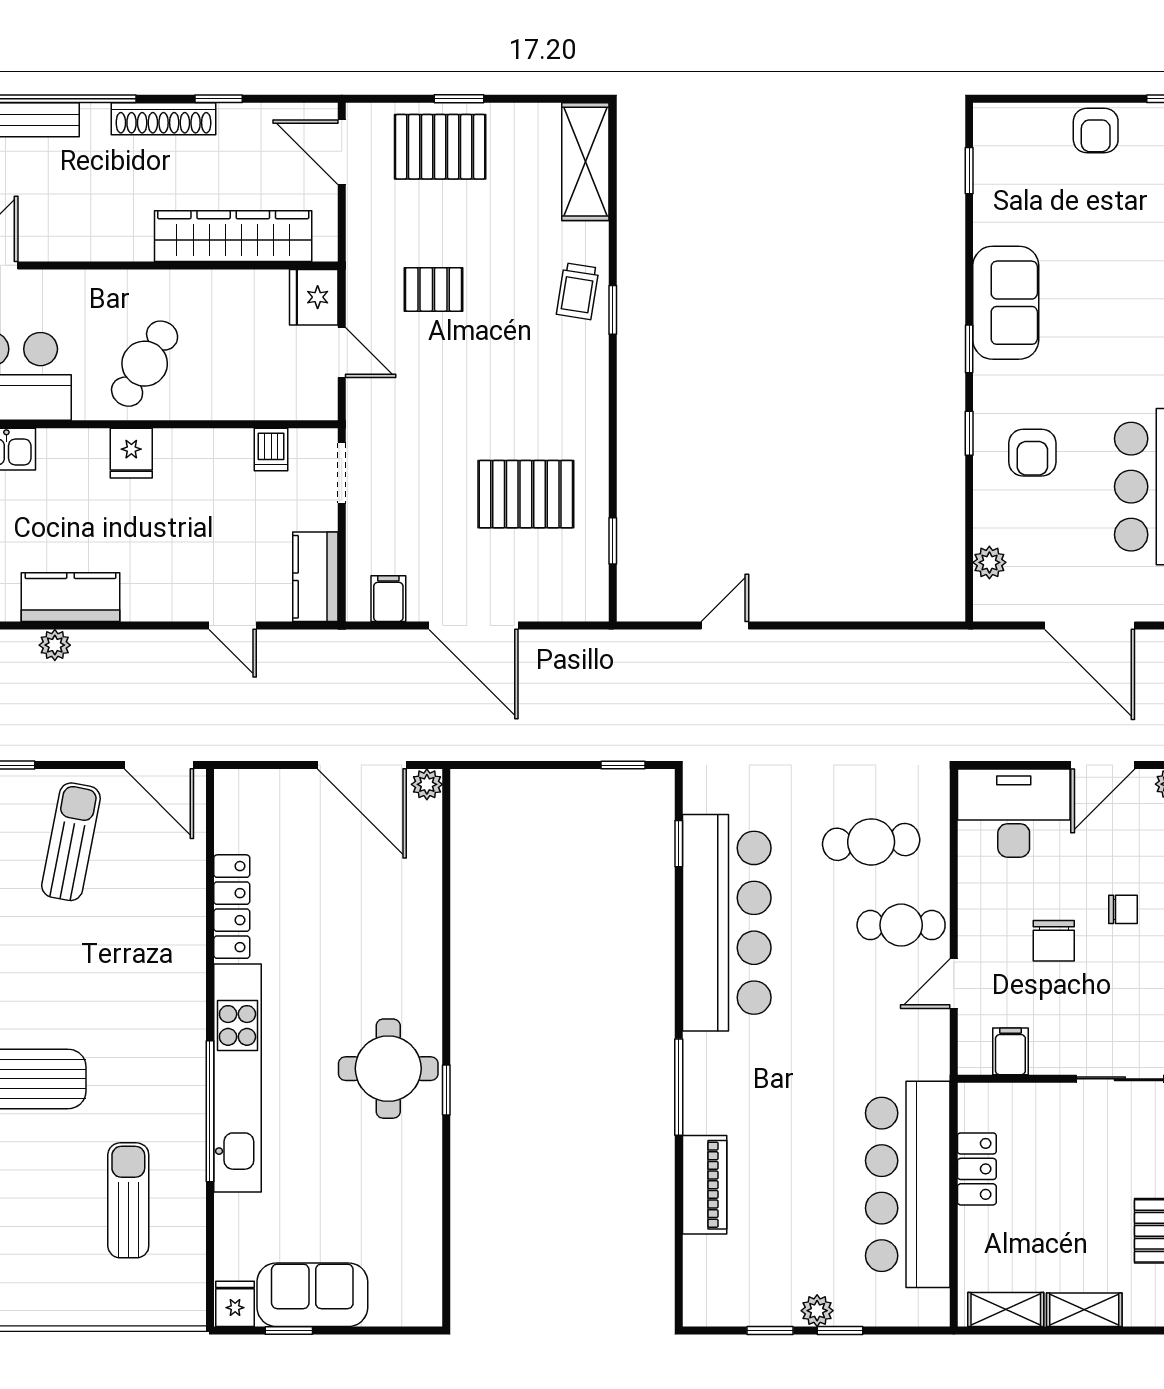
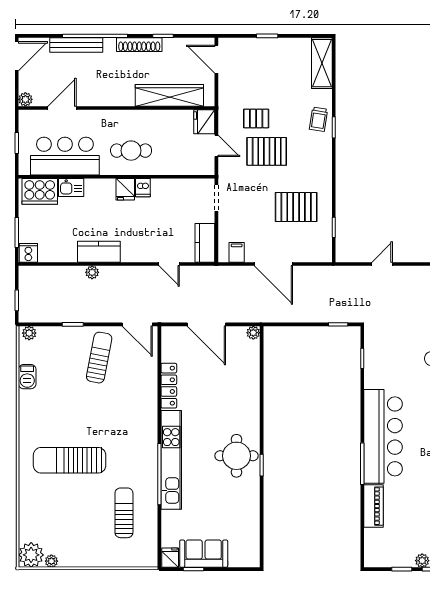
pallet: (440, 147) -> (267, 151), moved
cafe table: (145, 364) -> (131, 151), turned 58
dishwasher: (271, 449) -> (143, 188), moved
door: (362, 765) -> (206, 324), moved
bar counter: (727, 923) -> (383, 436), moved

